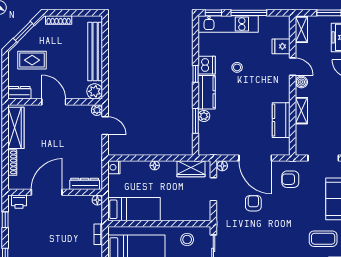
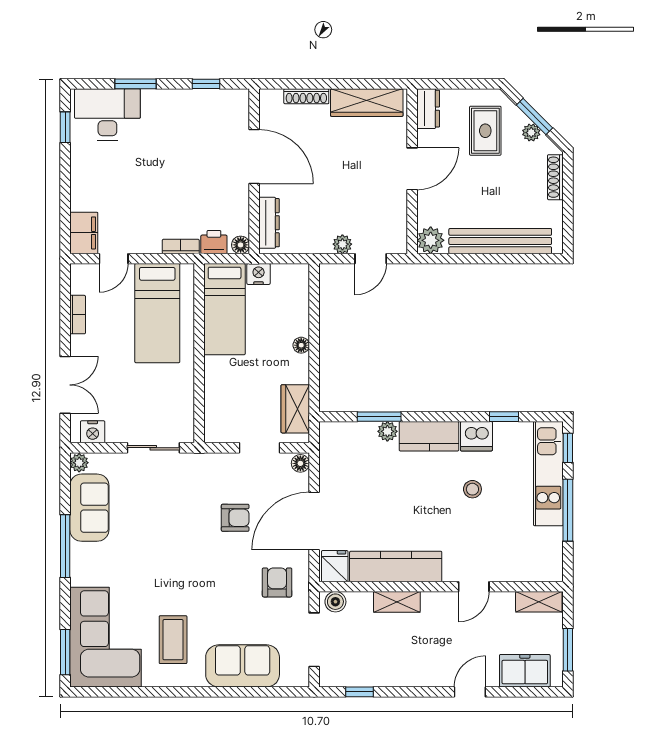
plant: (33, 34) -> (531, 133), added
fridge: (281, 46) -> (335, 566), moved
window: (196, 74) -> (504, 417), moved
boiler: (301, 82) -> (335, 602), moved
plant: (97, 110) -> (342, 244), moved
kitchen counter: (281, 120) -> (396, 566), width x1.50
nightstand: (114, 167) -> (259, 274), moved
printer: (19, 202) -> (214, 242), moved, turned 90
stool: (187, 239) -> (172, 402), removed

